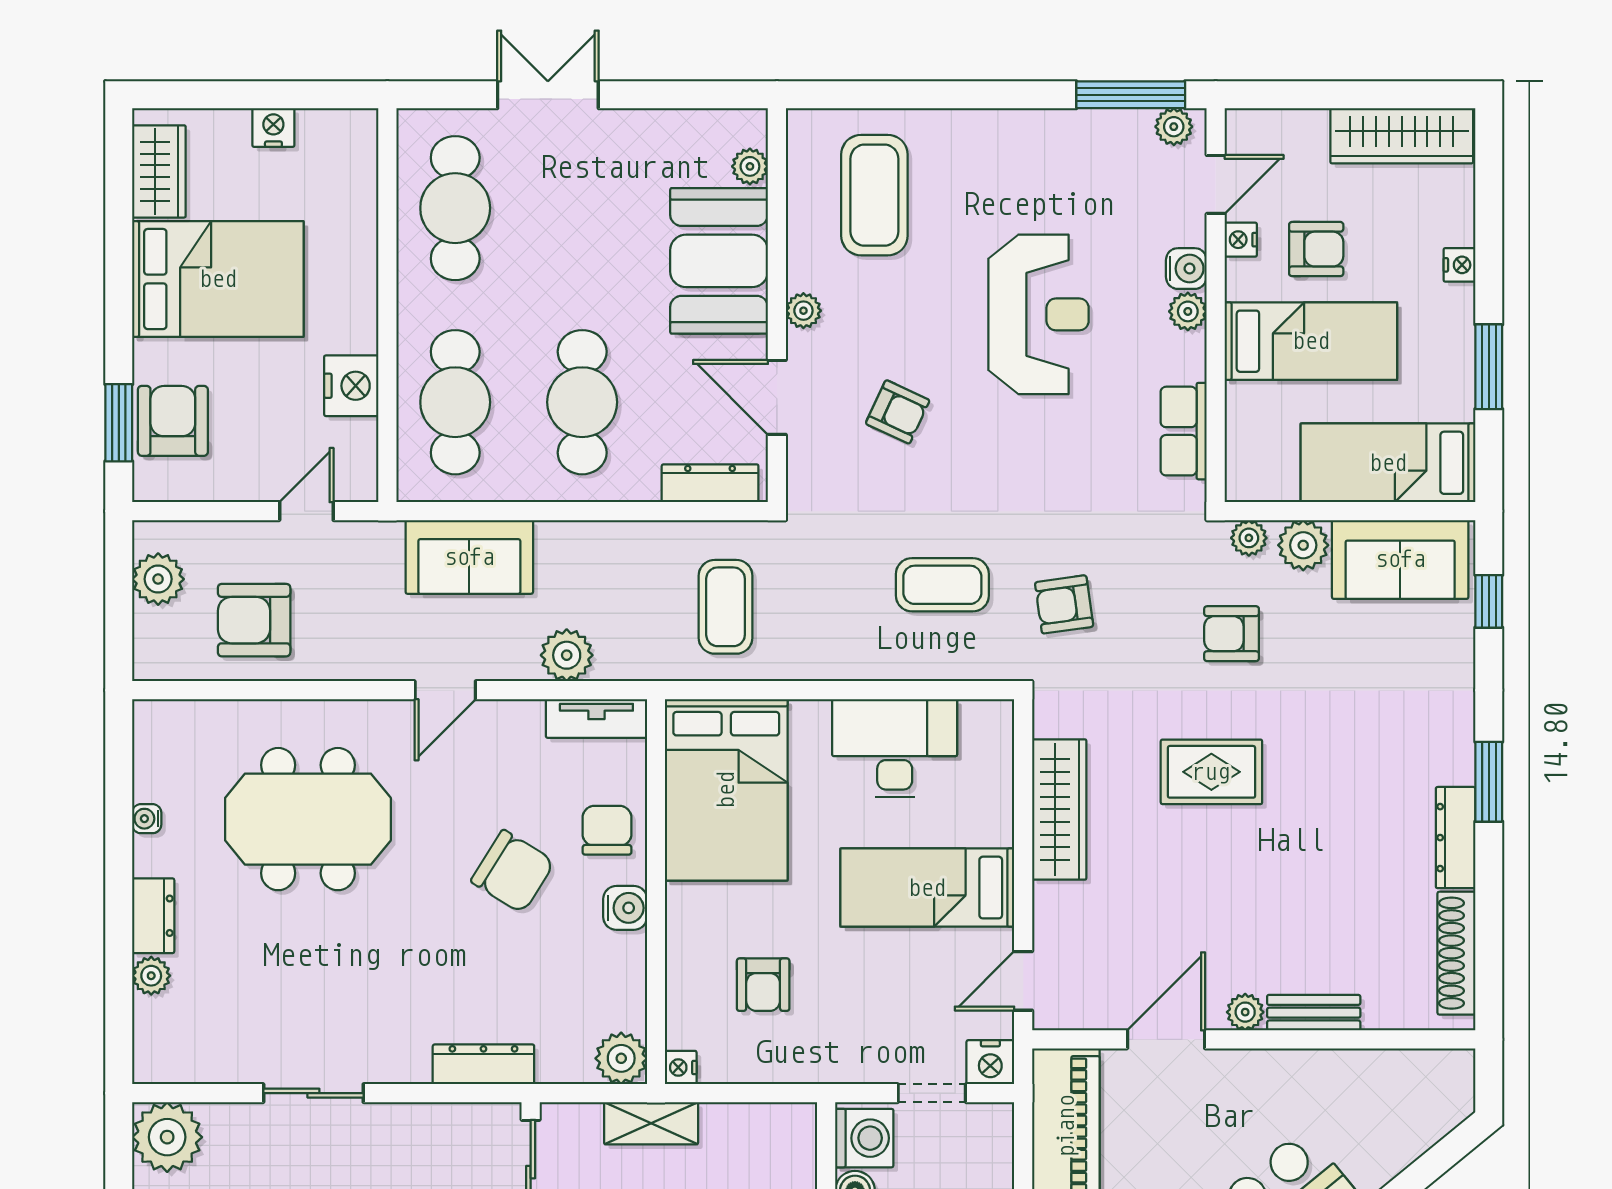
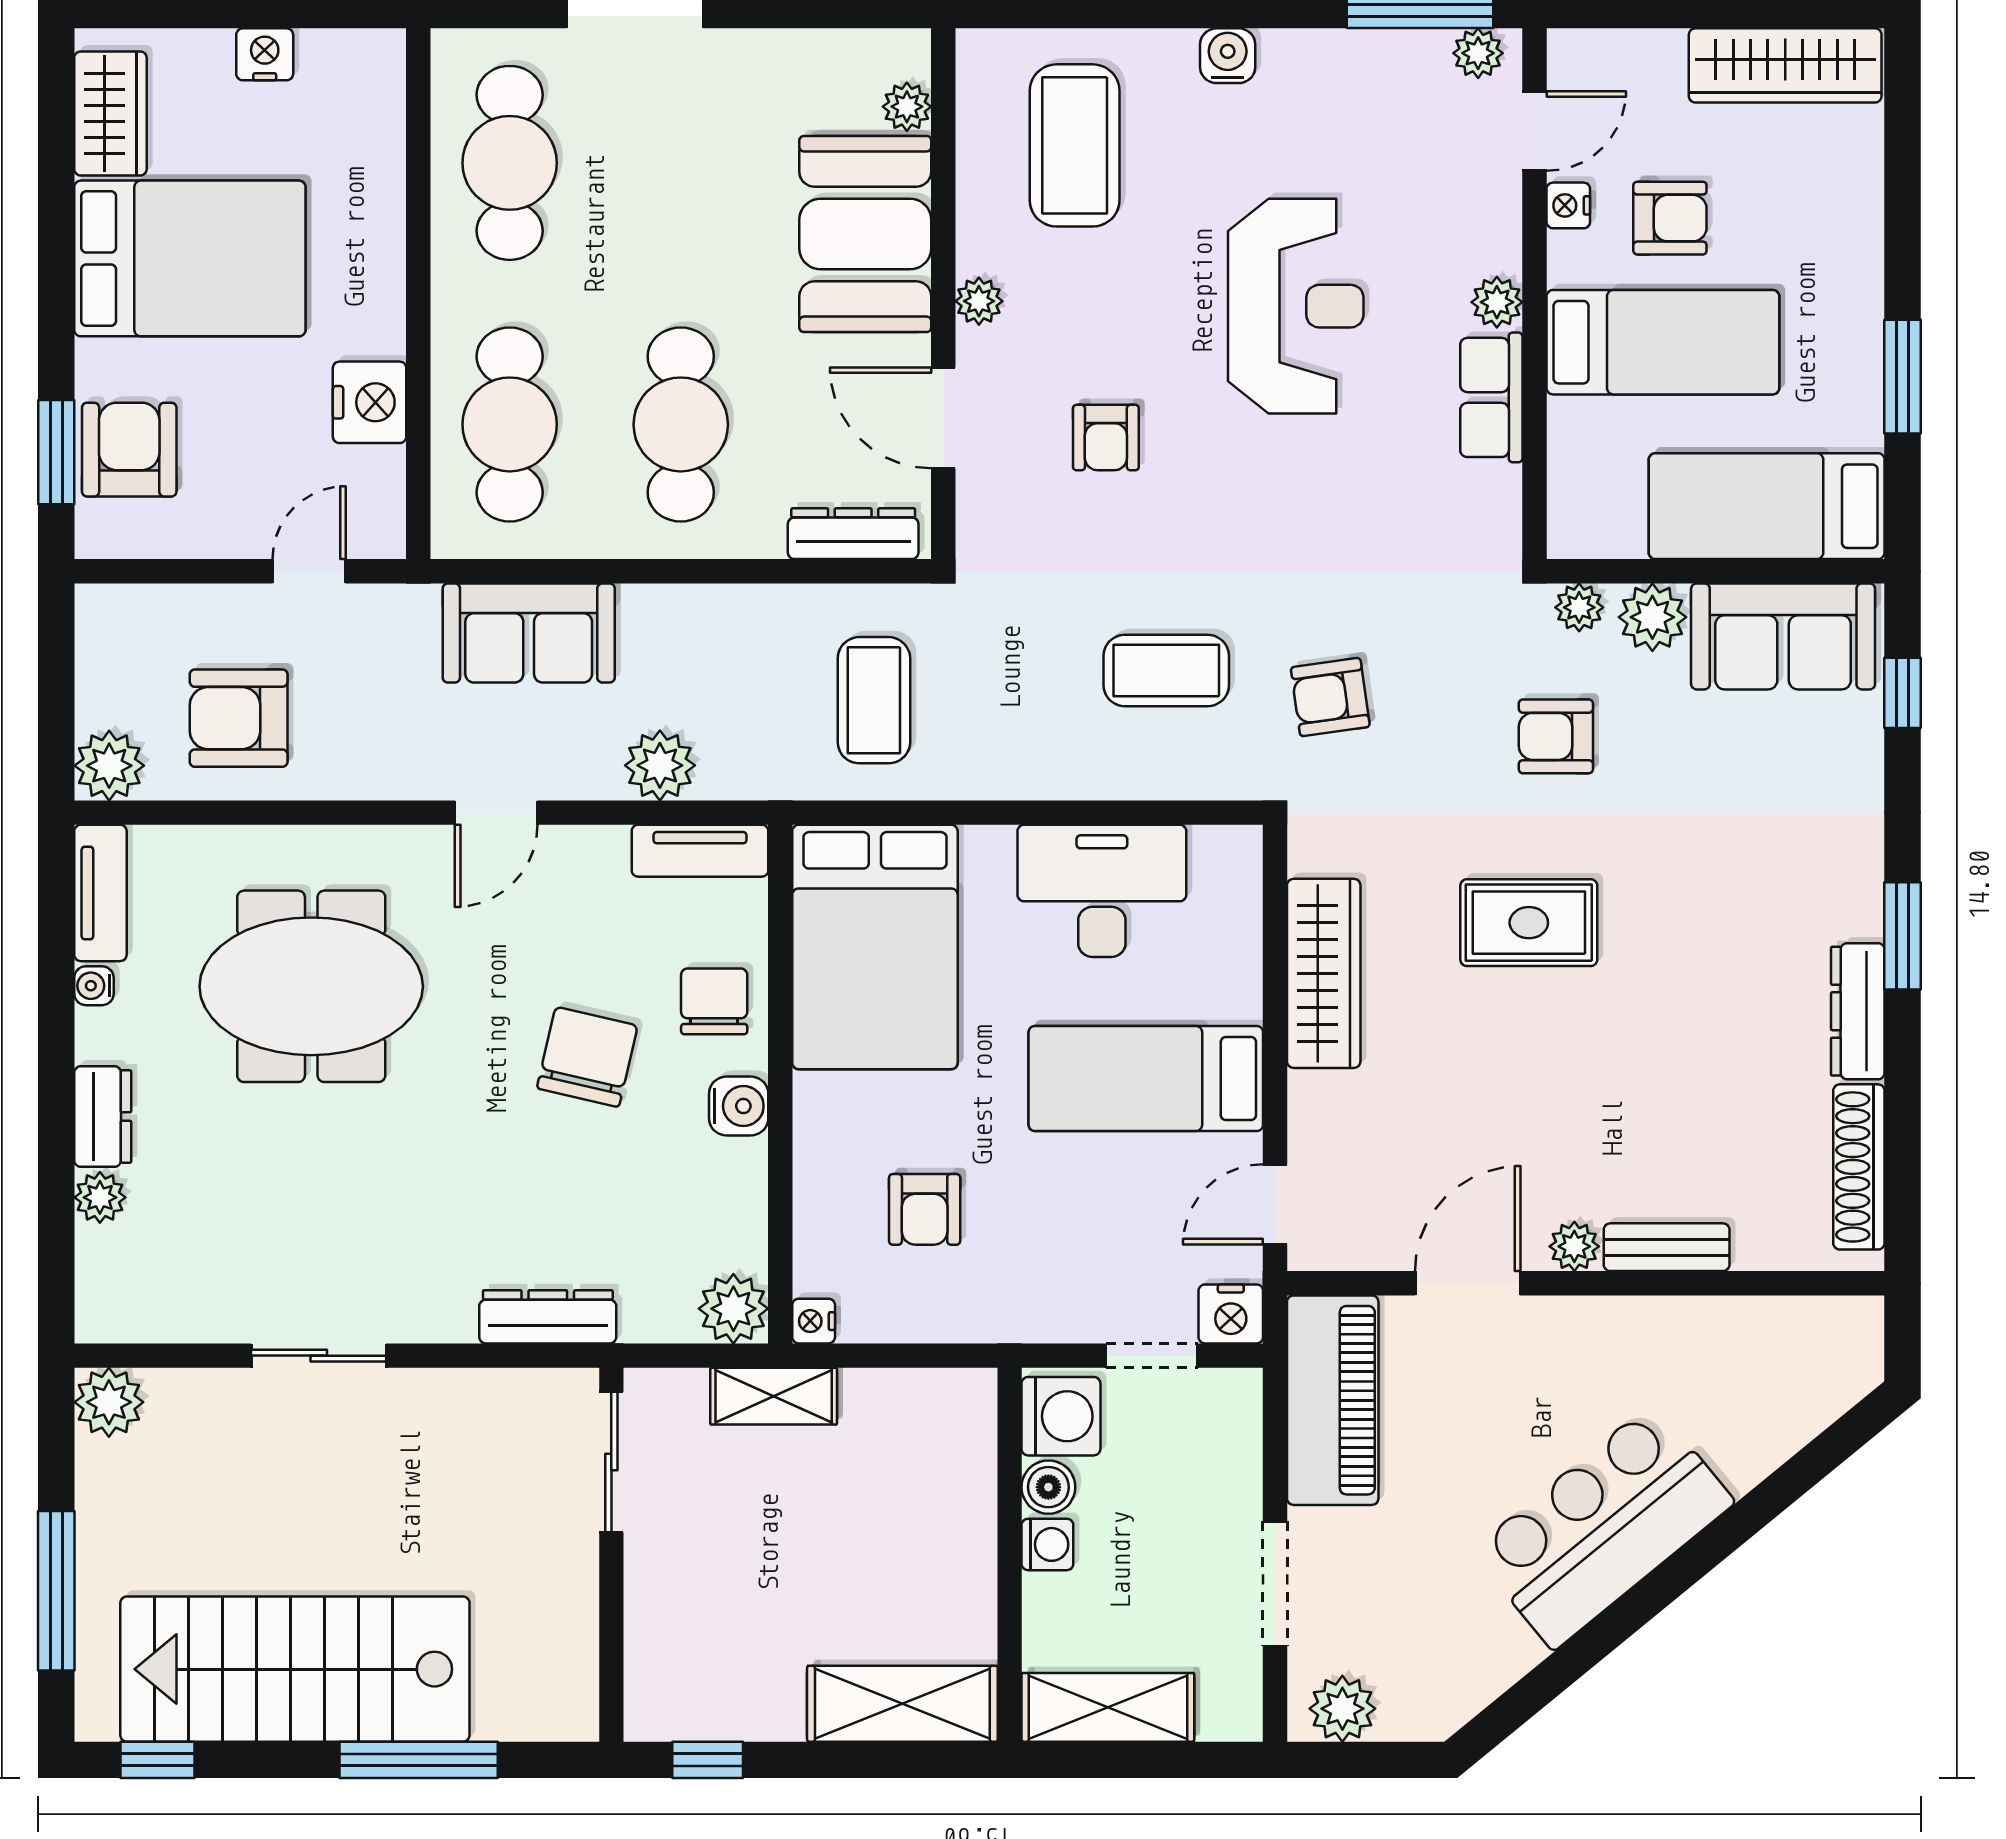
nightstand: (1459, 265) -> (1863, 239), removed
water cooler: (1186, 269) -> (1228, 56), moved, turned -90
armchair: (898, 412) -> (1106, 438), turned 65
row of seats: (1184, 431) -> (1491, 397), moved
plant: (158, 579) -> (109, 766), moved
tv unit: (152, 750) -> (100, 893), added
chair: (513, 872) -> (587, 1057), turned -109
plant: (167, 1137) -> (109, 1402), width x0.73, depth x0.73

